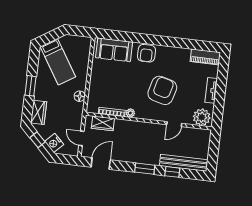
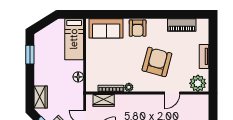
piano: (205, 57) -> (182, 25), moved
bed: (58, 62) -> (74, 39), moved, turned 32
window: (31, 86) -> (30, 55), moved

